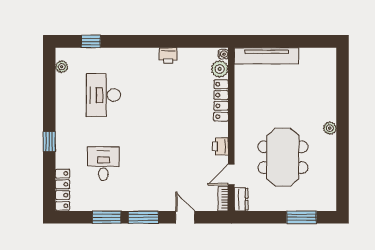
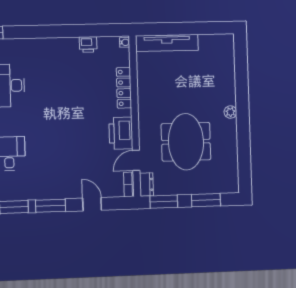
printer: (168, 55) -> (88, 44), moved
plant: (220, 69) -> (122, 57), removed
printer: (220, 146) -> (121, 133), width x1.87, depth x1.48
window: (258, 217) -> (164, 202), added

